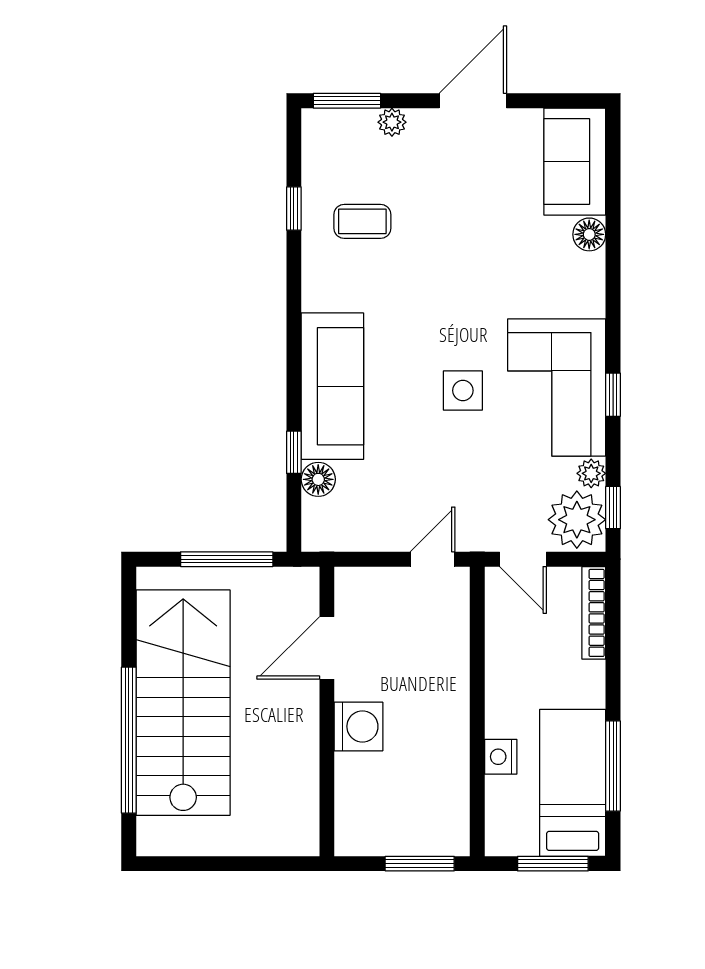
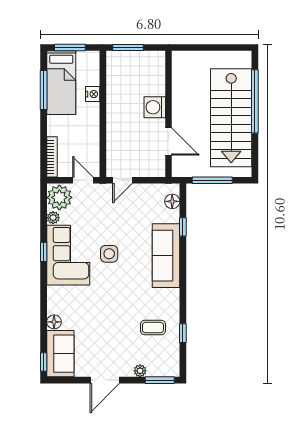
floor lamp: (318, 479) -> (172, 201), moved
window: (613, 508) -> (44, 362), moved
door: (327, 648) -> (168, 142), hinge flipped

